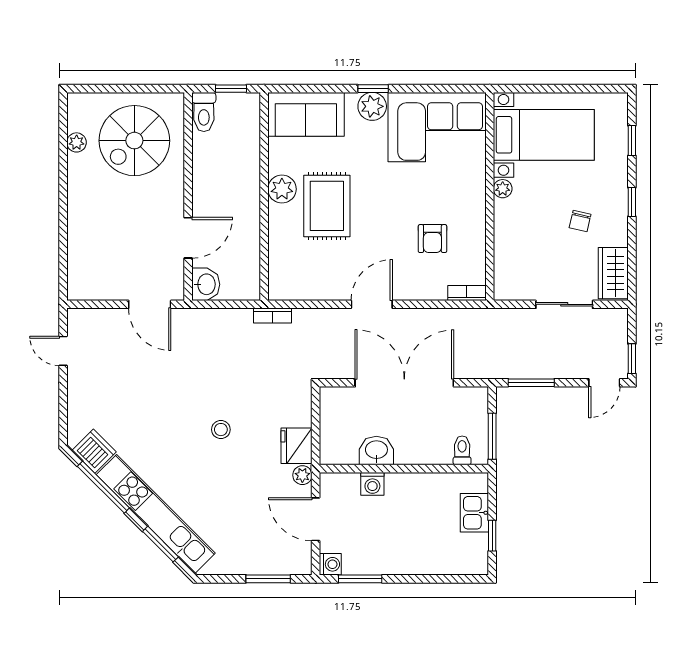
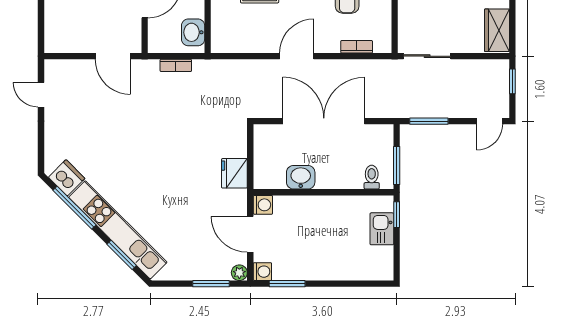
washbasin: (206, 284) -> (193, 32), moved, turned 180
bookcase: (467, 293) -> (357, 47), moved
sliding door: (564, 304) -> (427, 56), moved
bookcase: (273, 316) -> (176, 65), moved
window: (632, 359) -> (512, 81), moved
stool: (221, 430) -> (172, 160), removed
plant: (302, 475) -> (239, 273), moved
washing machine: (372, 484) -> (263, 205), moved, turned -90
window: (492, 536) -> (397, 215), moved

